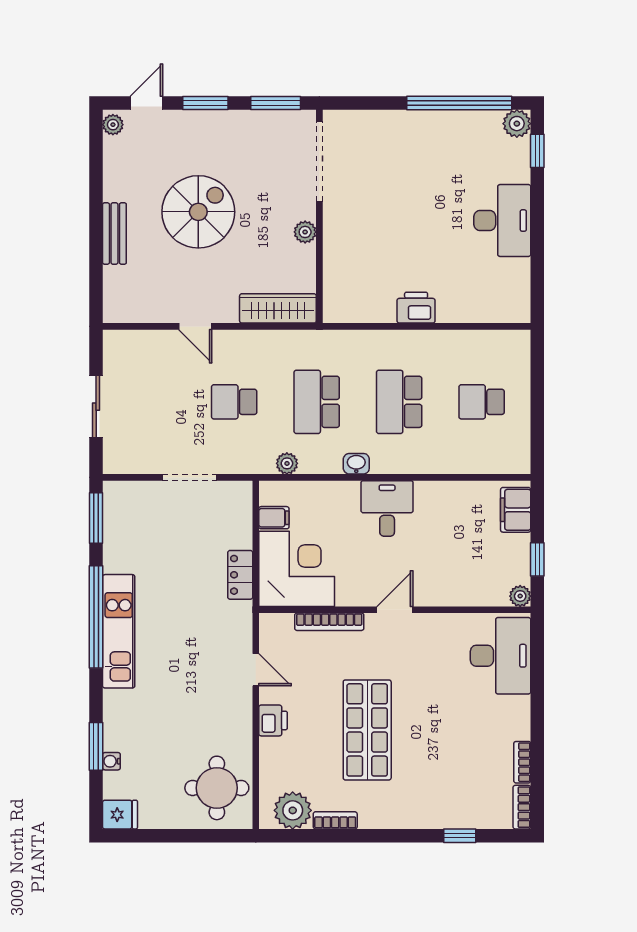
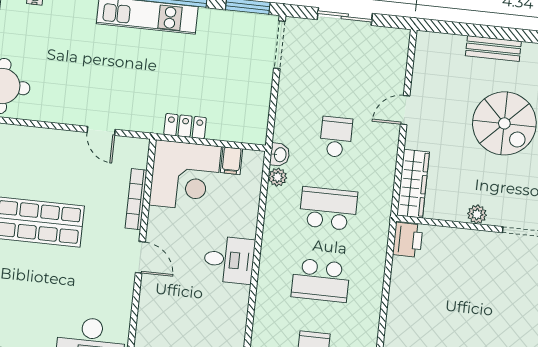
printer: (416, 308) -> (408, 240), moved
school desk: (399, 402) -> (321, 280), turned 180
washbasin: (356, 464) -> (280, 155), moved
doorway: (189, 477) -> (279, 45), moved
door: (256, 670) -> (101, 131), hinge flipped
printer: (273, 720) -> (55, 141), removed

